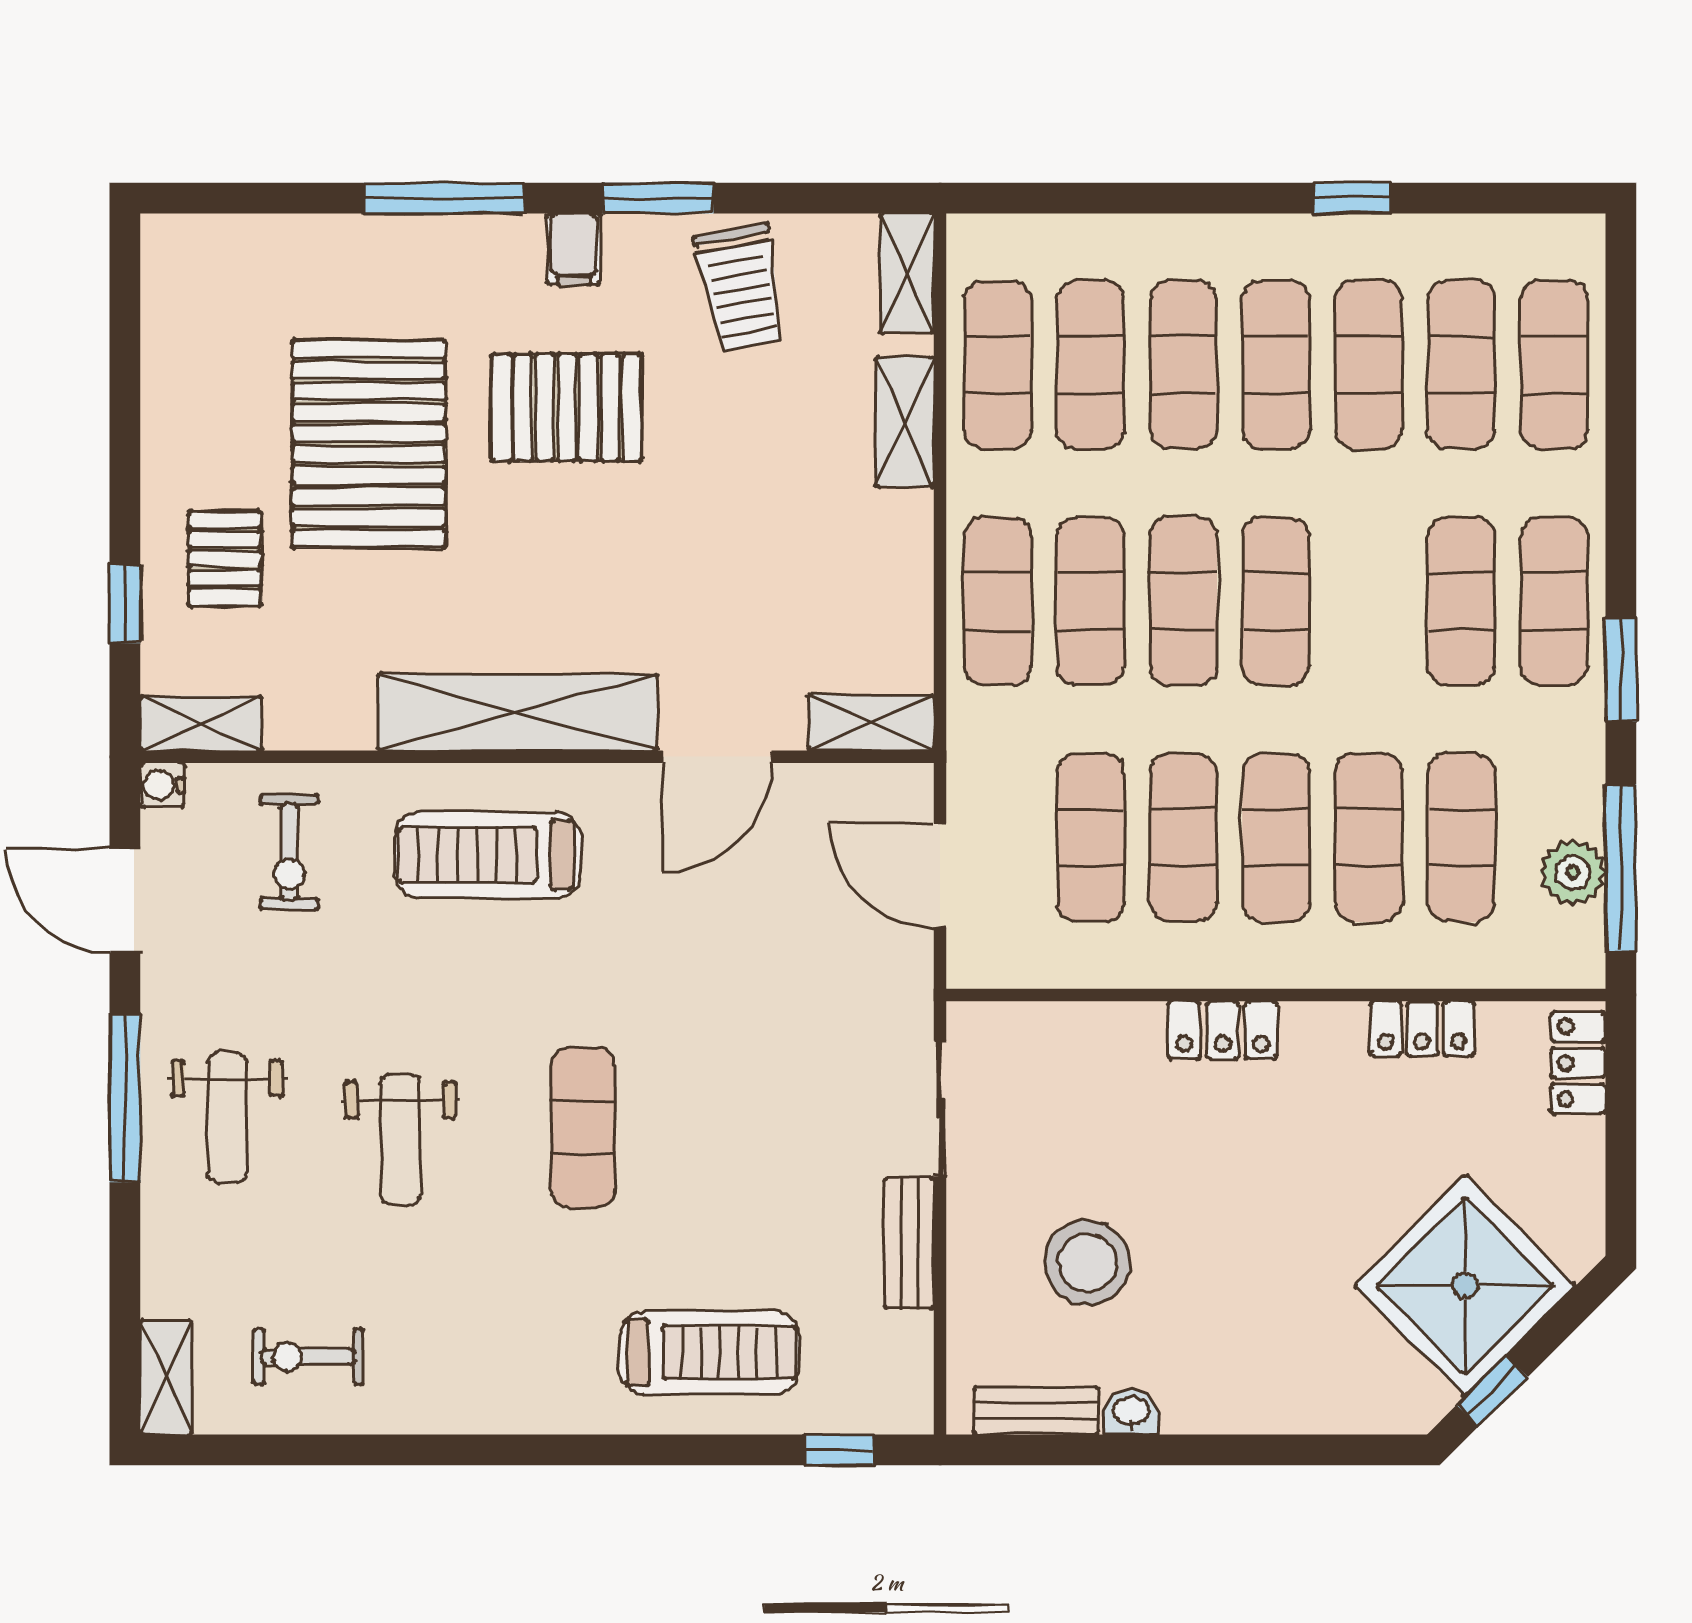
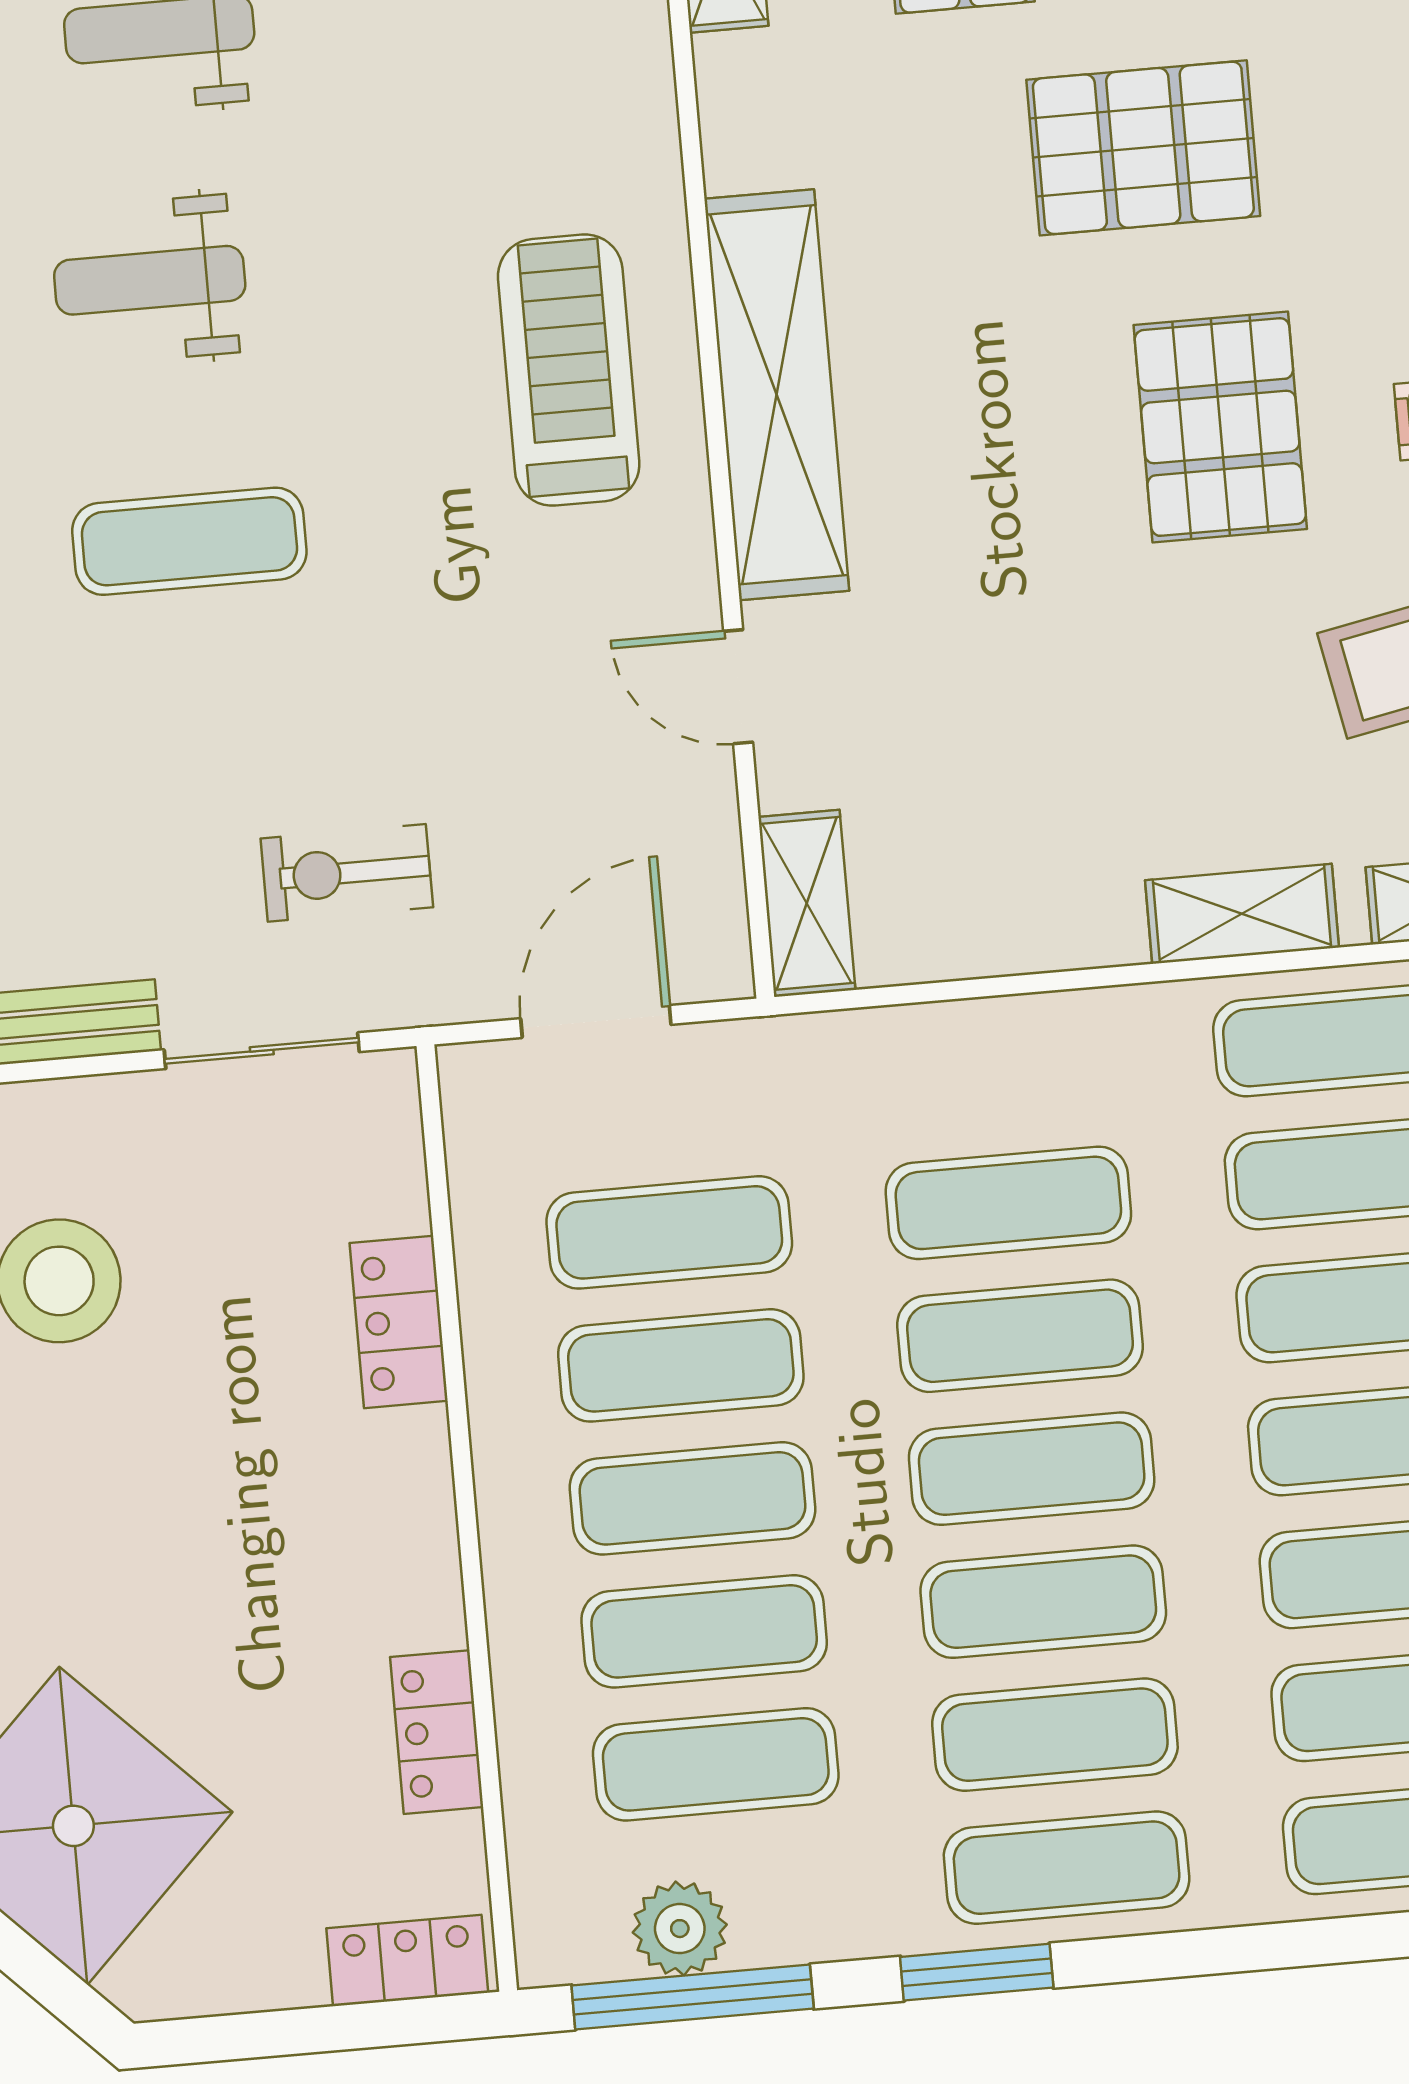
pallet: (369, 444) -> (1143, 148), width x0.73, depth x0.71
exercise mat: (998, 601) -> (1043, 1602), moved
door: (717, 757) -> (738, 687), width x0.73
exercise bike: (289, 852) -> (347, 873), moved
locker: (1223, 1030) -> (399, 1322), moved

